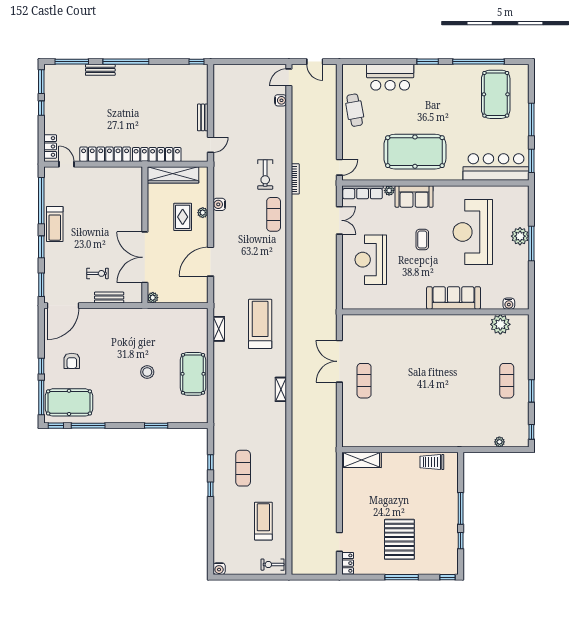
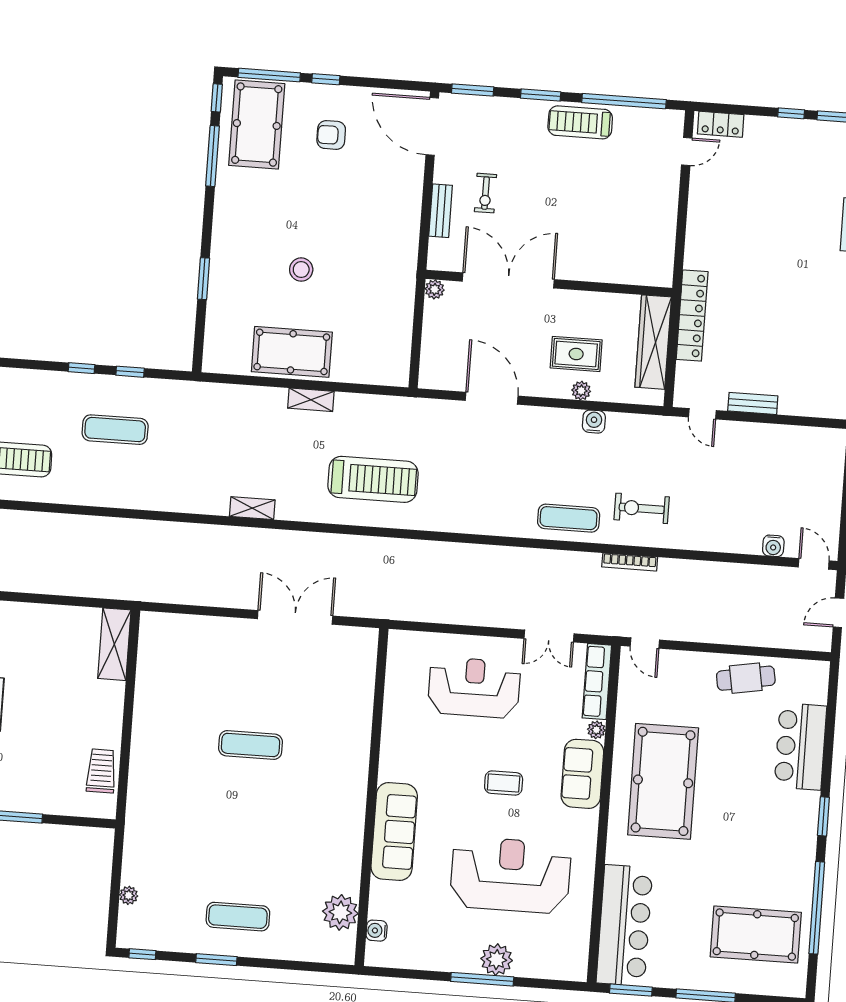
locker: (105, 154) -> (699, 222), removed
shelving: (219, 329) -> (311, 400), moved
exercise mat: (364, 381) -> (251, 745), moved

